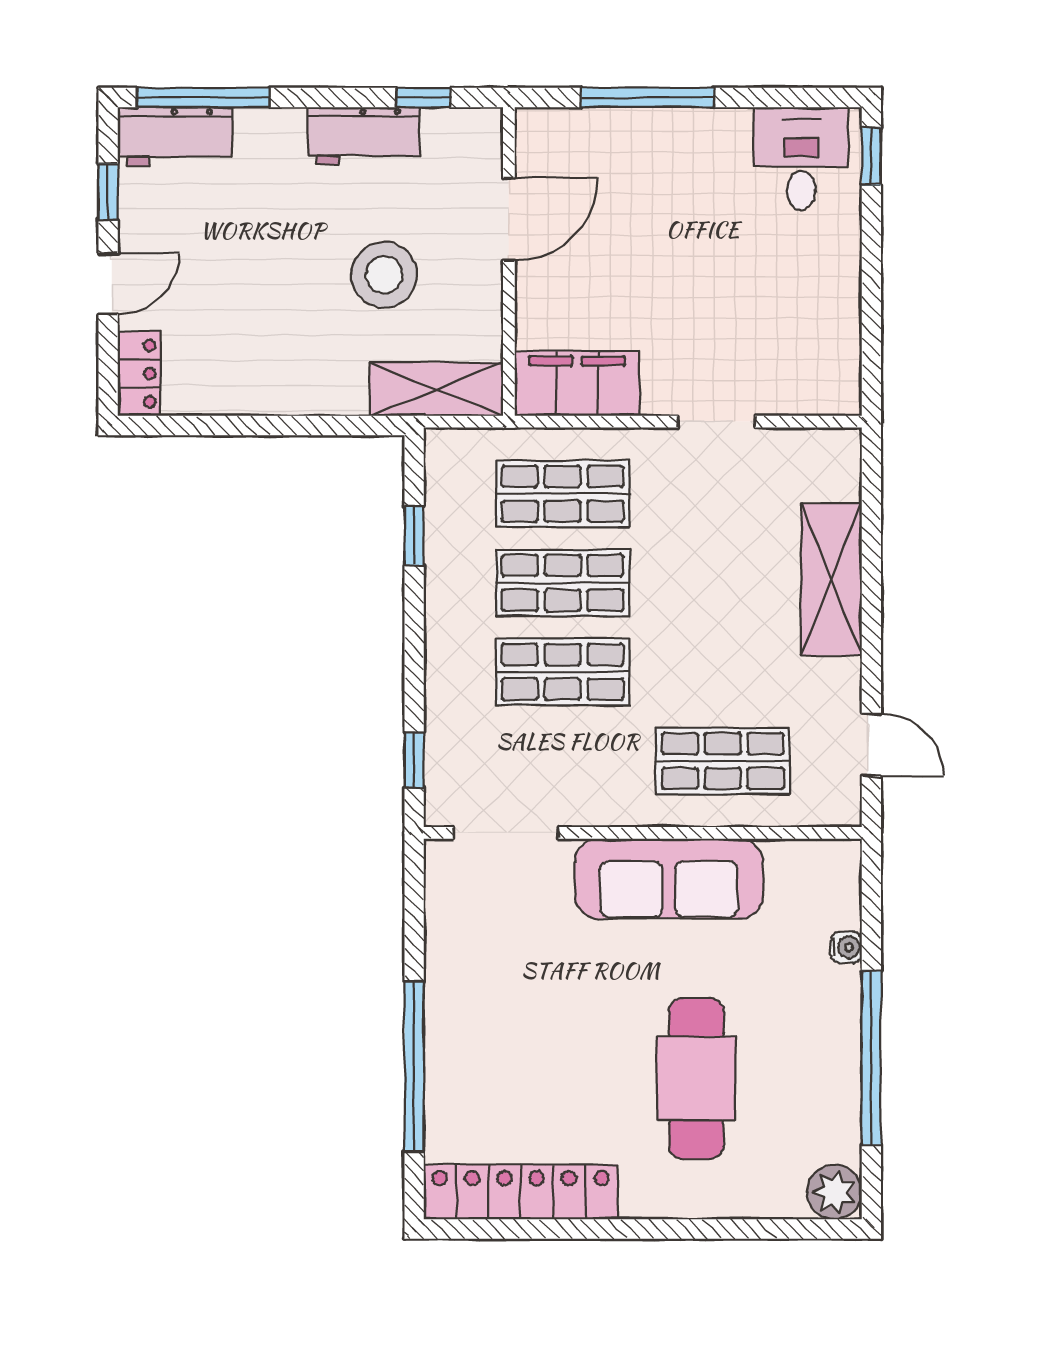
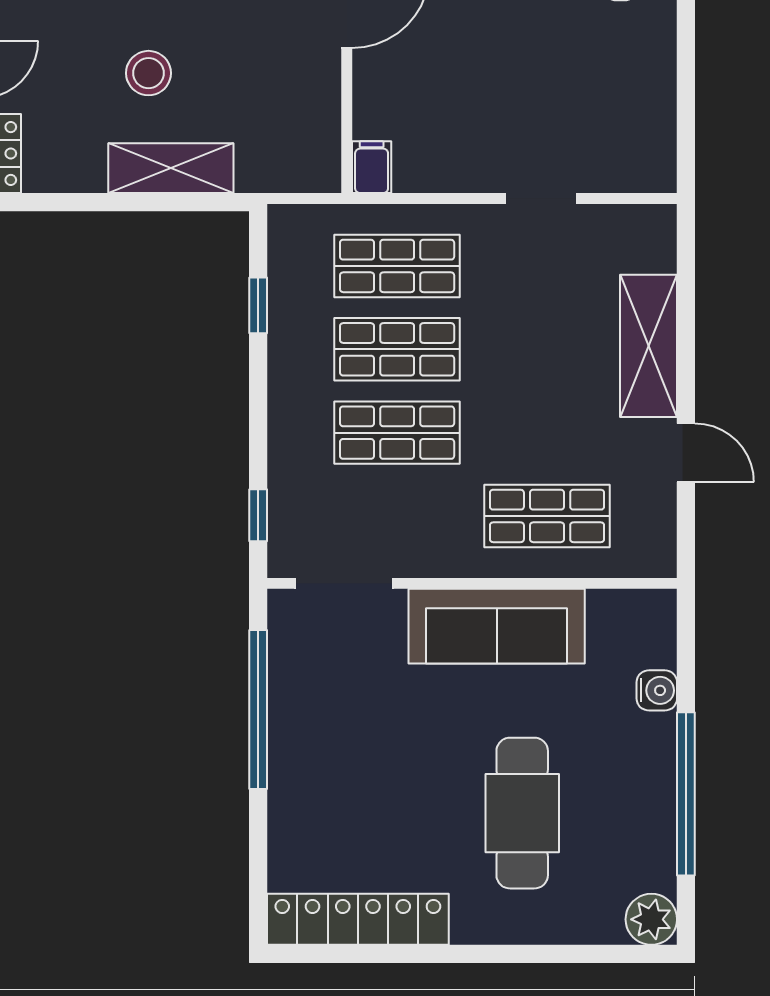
stool: (384, 275) -> (148, 73), moved, width x0.73, depth x0.73
filing cabinet: (577, 384) -> (372, 167), width x0.33, depth x0.86
shelving: (436, 389) -> (171, 168), moved
door: (871, 745) -> (686, 453), moved
water cooler: (846, 947) -> (657, 690), width x1.38, depth x1.38
window: (414, 1066) -> (258, 709), moved

